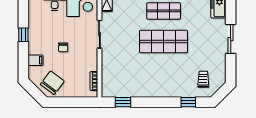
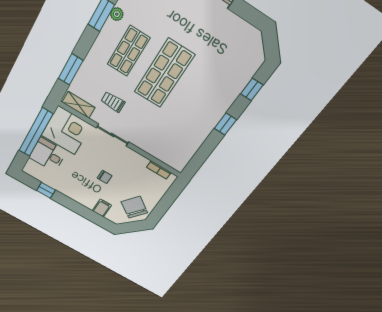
window: (23, 35) -> (46, 190), moved
trolley: (203, 79) -> (113, 102), moved
window: (123, 102) -> (225, 124), moved

